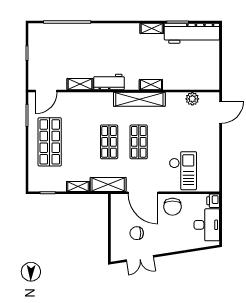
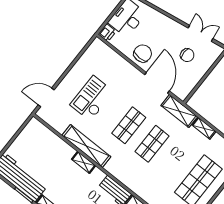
shelving: (139, 99) -> (86, 146), moved
plant: (192, 99) -> (60, 126), removed
checkout: (183, 171) -> (92, 98), moved

